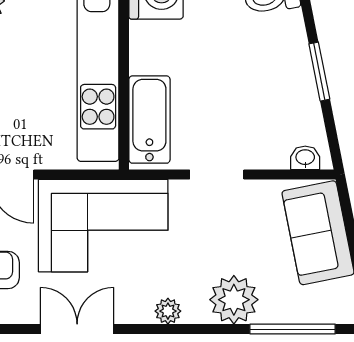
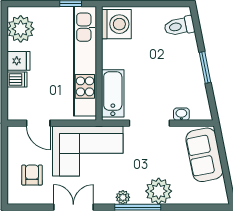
washbasin: (305, 158) -> (181, 114), moved
doorway: (217, 174) -> (149, 123), width x1.38
window: (293, 329) -> (138, 207), moved

